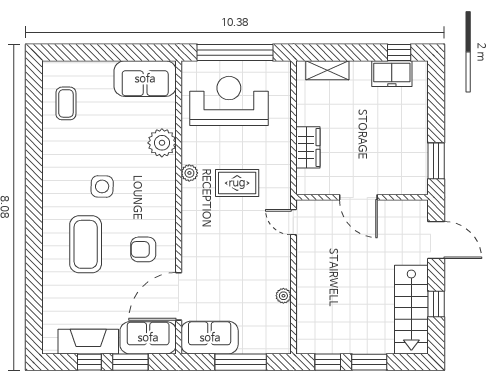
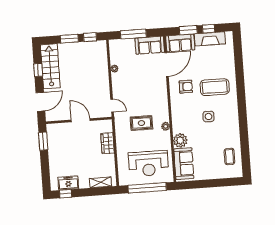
sofa: (145, 79) -> (184, 164), moved, turned 90
door: (436, 240) -> (40, 102), swing flipped
coffee table: (86, 244) -> (215, 87), turned 90

